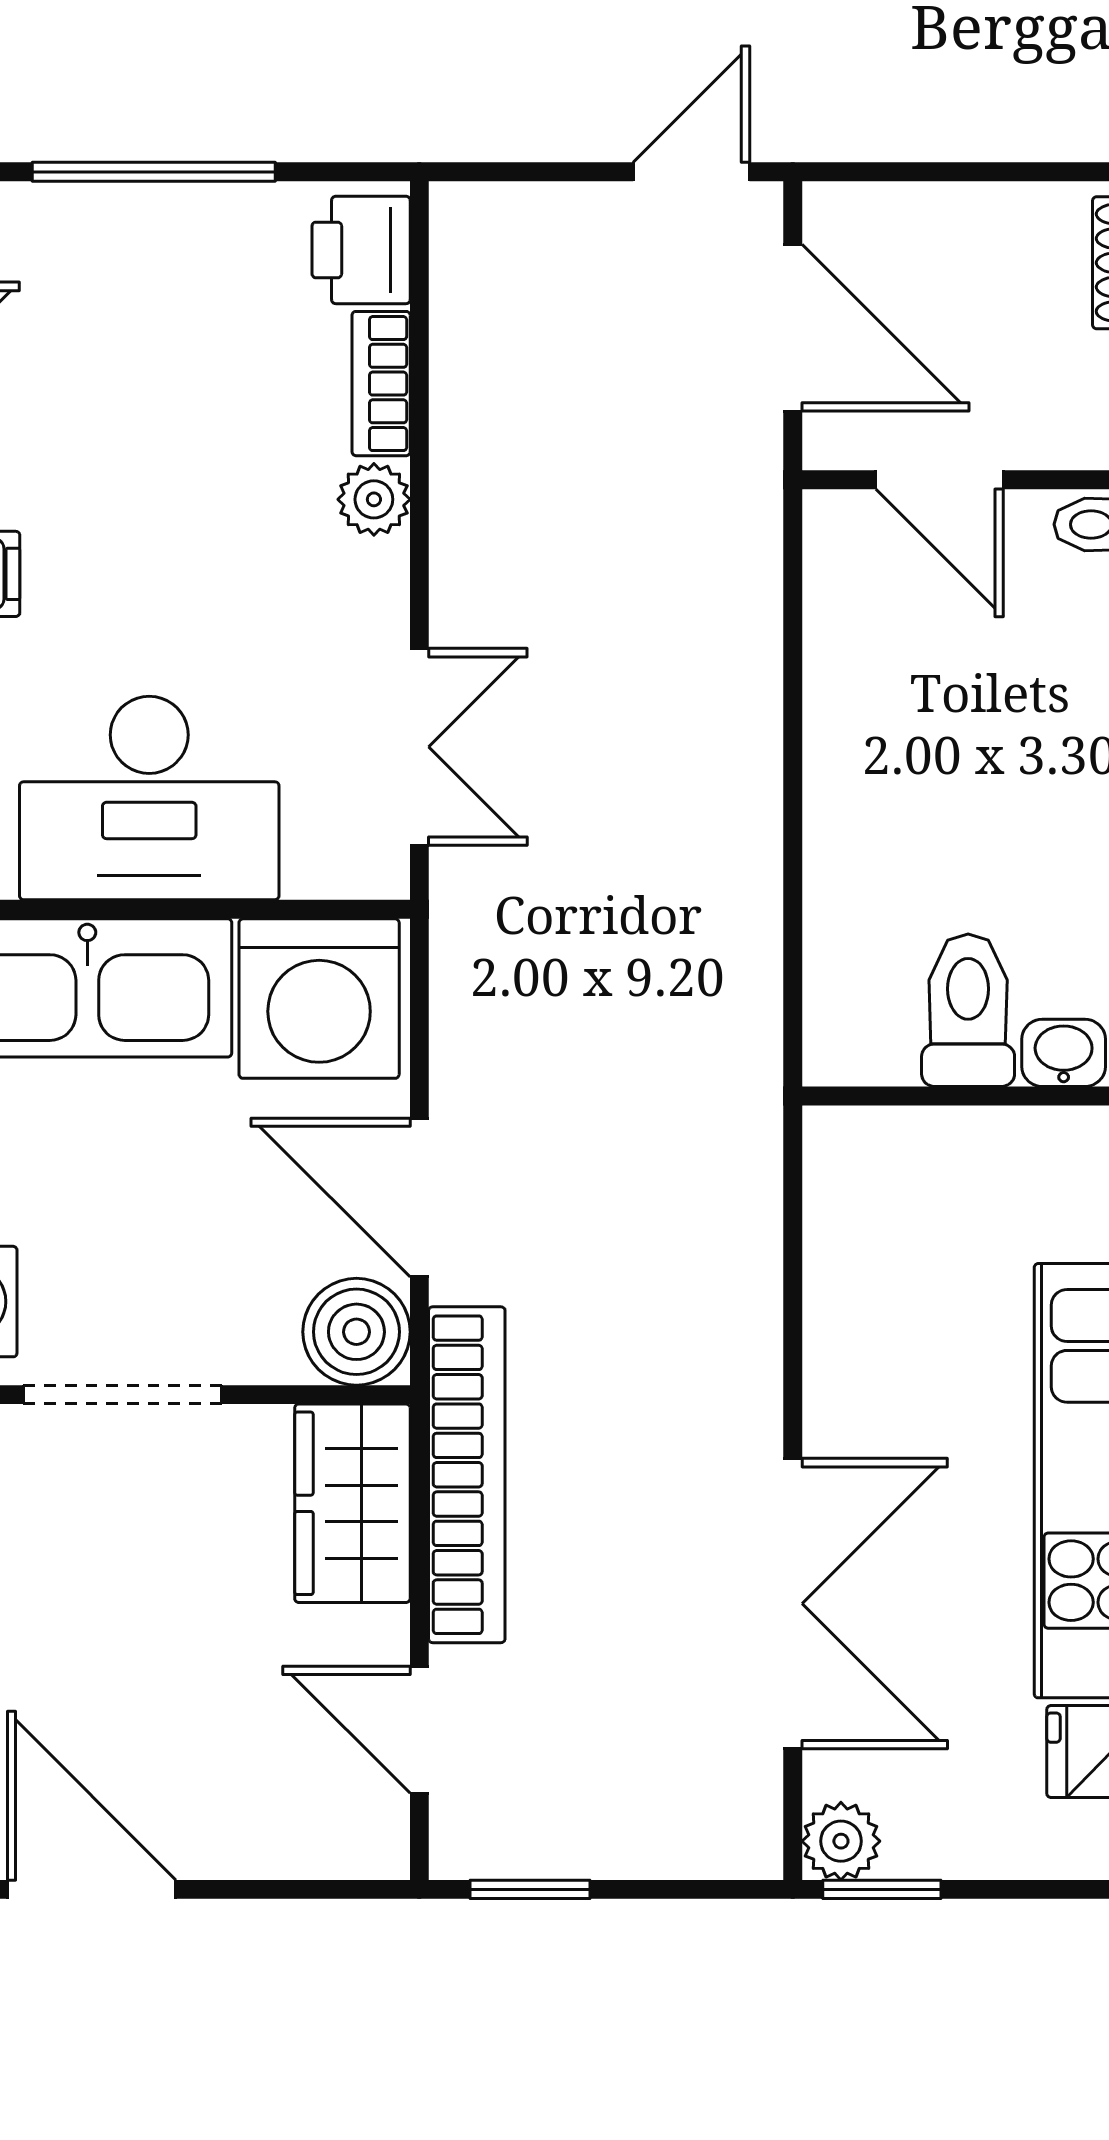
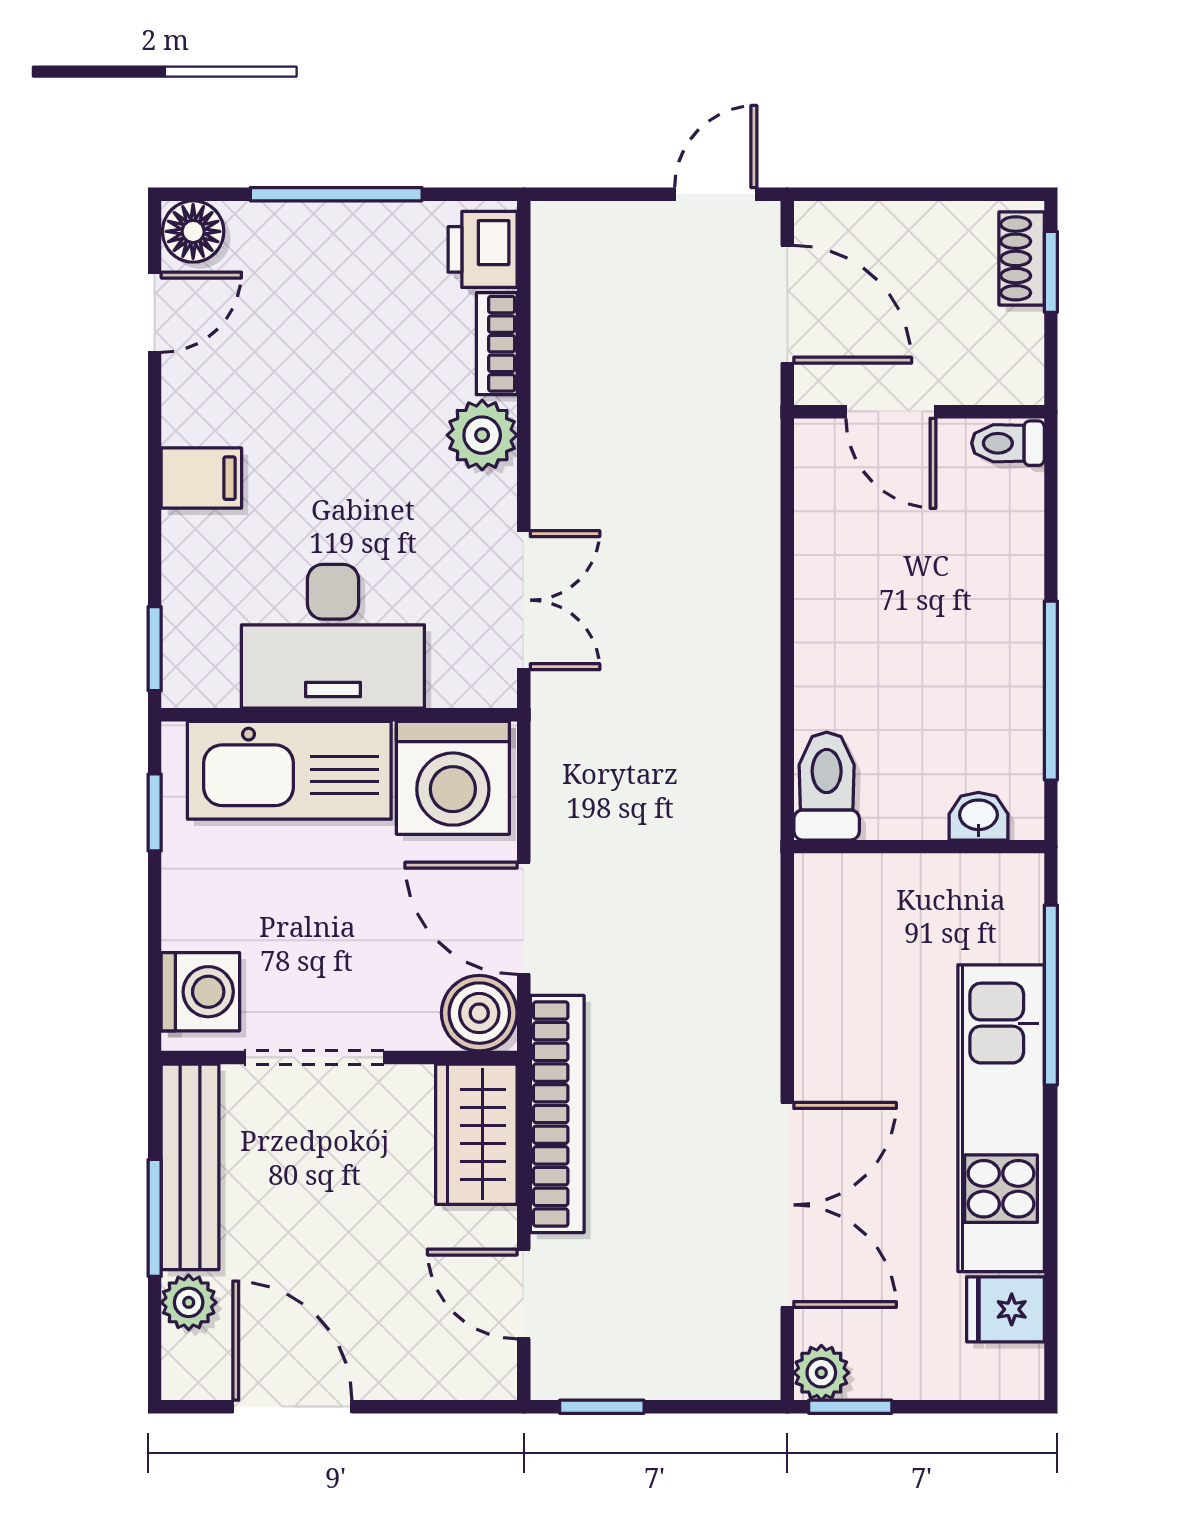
plant: (374, 499) -> (482, 435), width x1.38, depth x1.38
toilet: (968, 1010) -> (827, 786), moved

